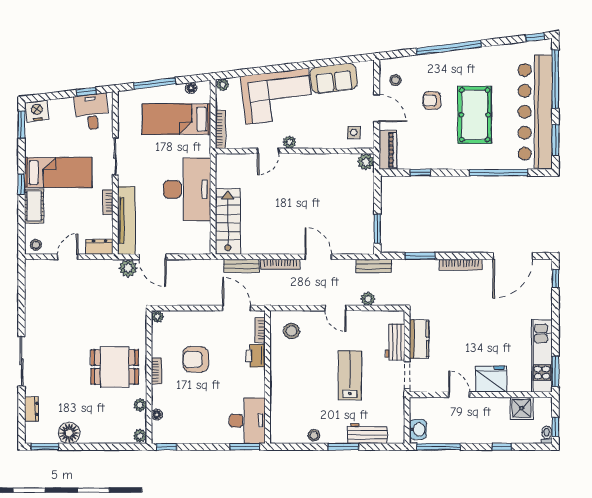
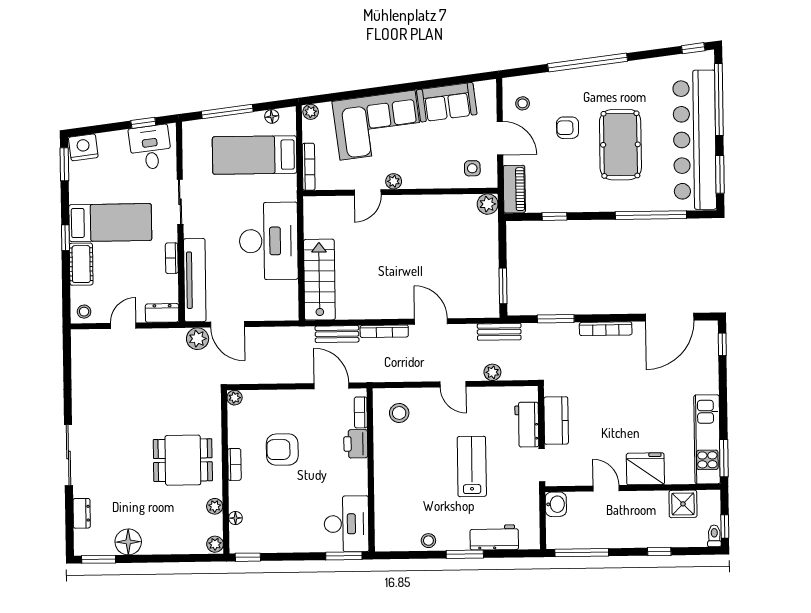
washbasin: (418, 429) -> (556, 504), moved

